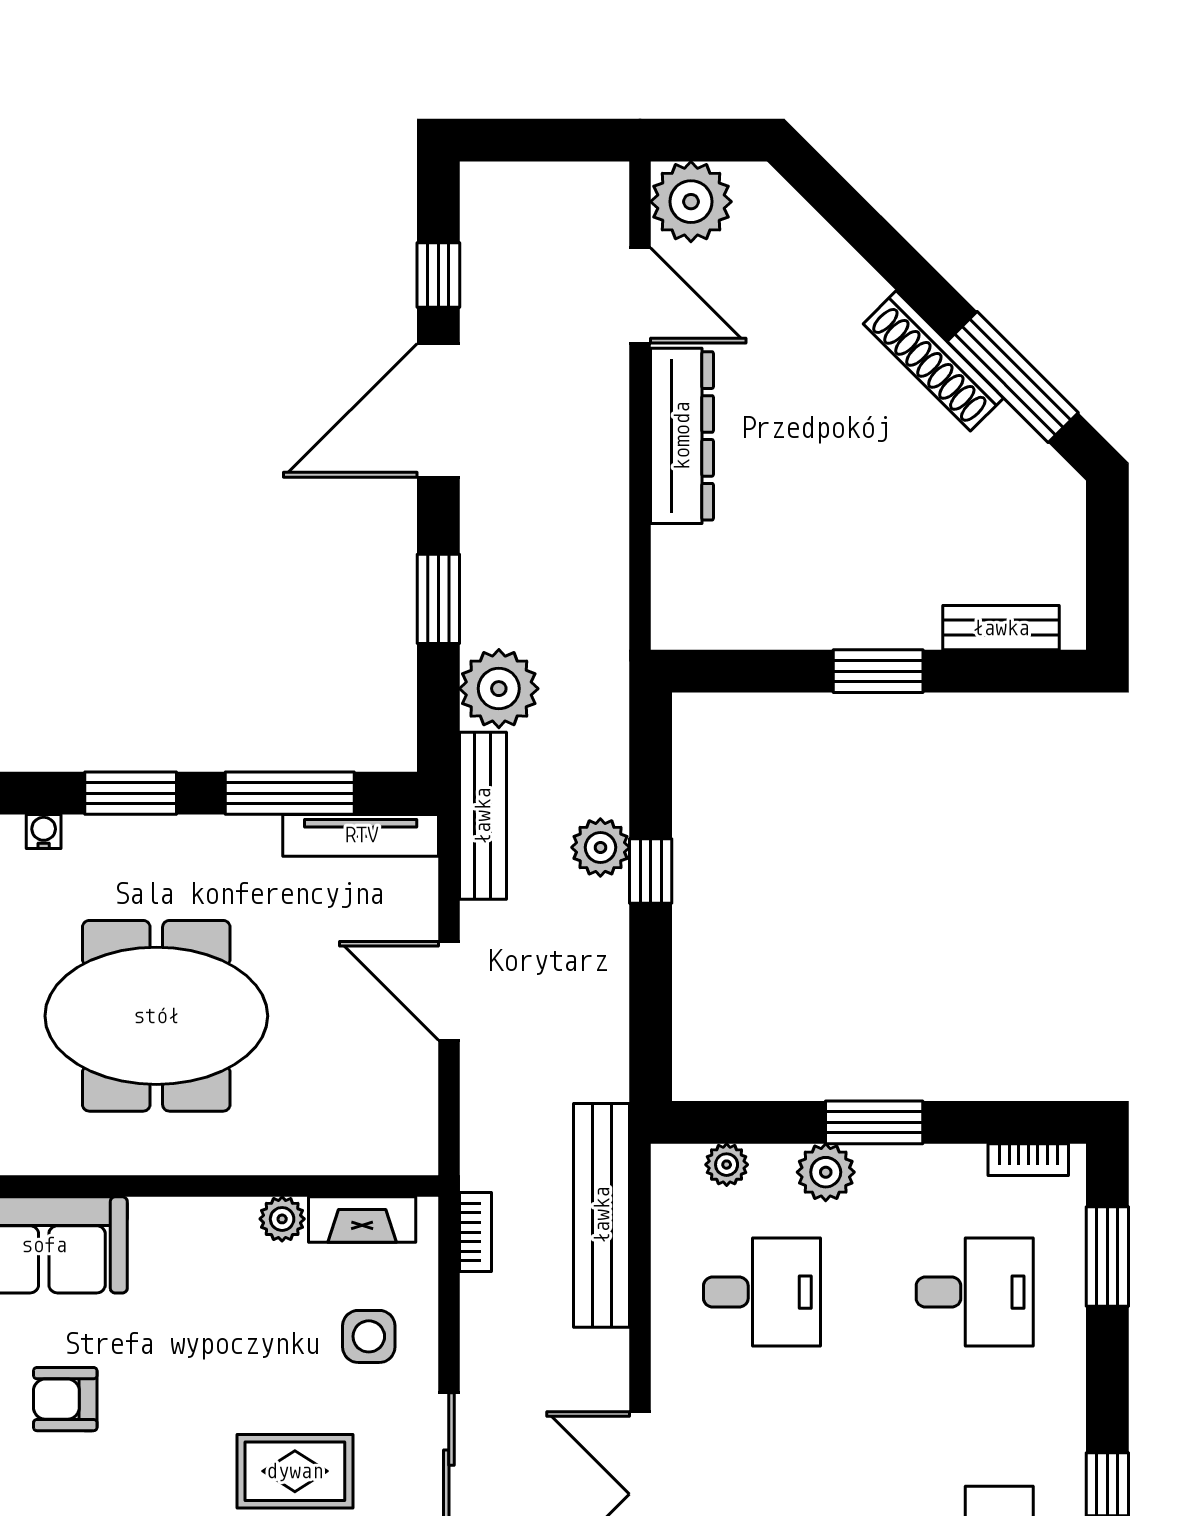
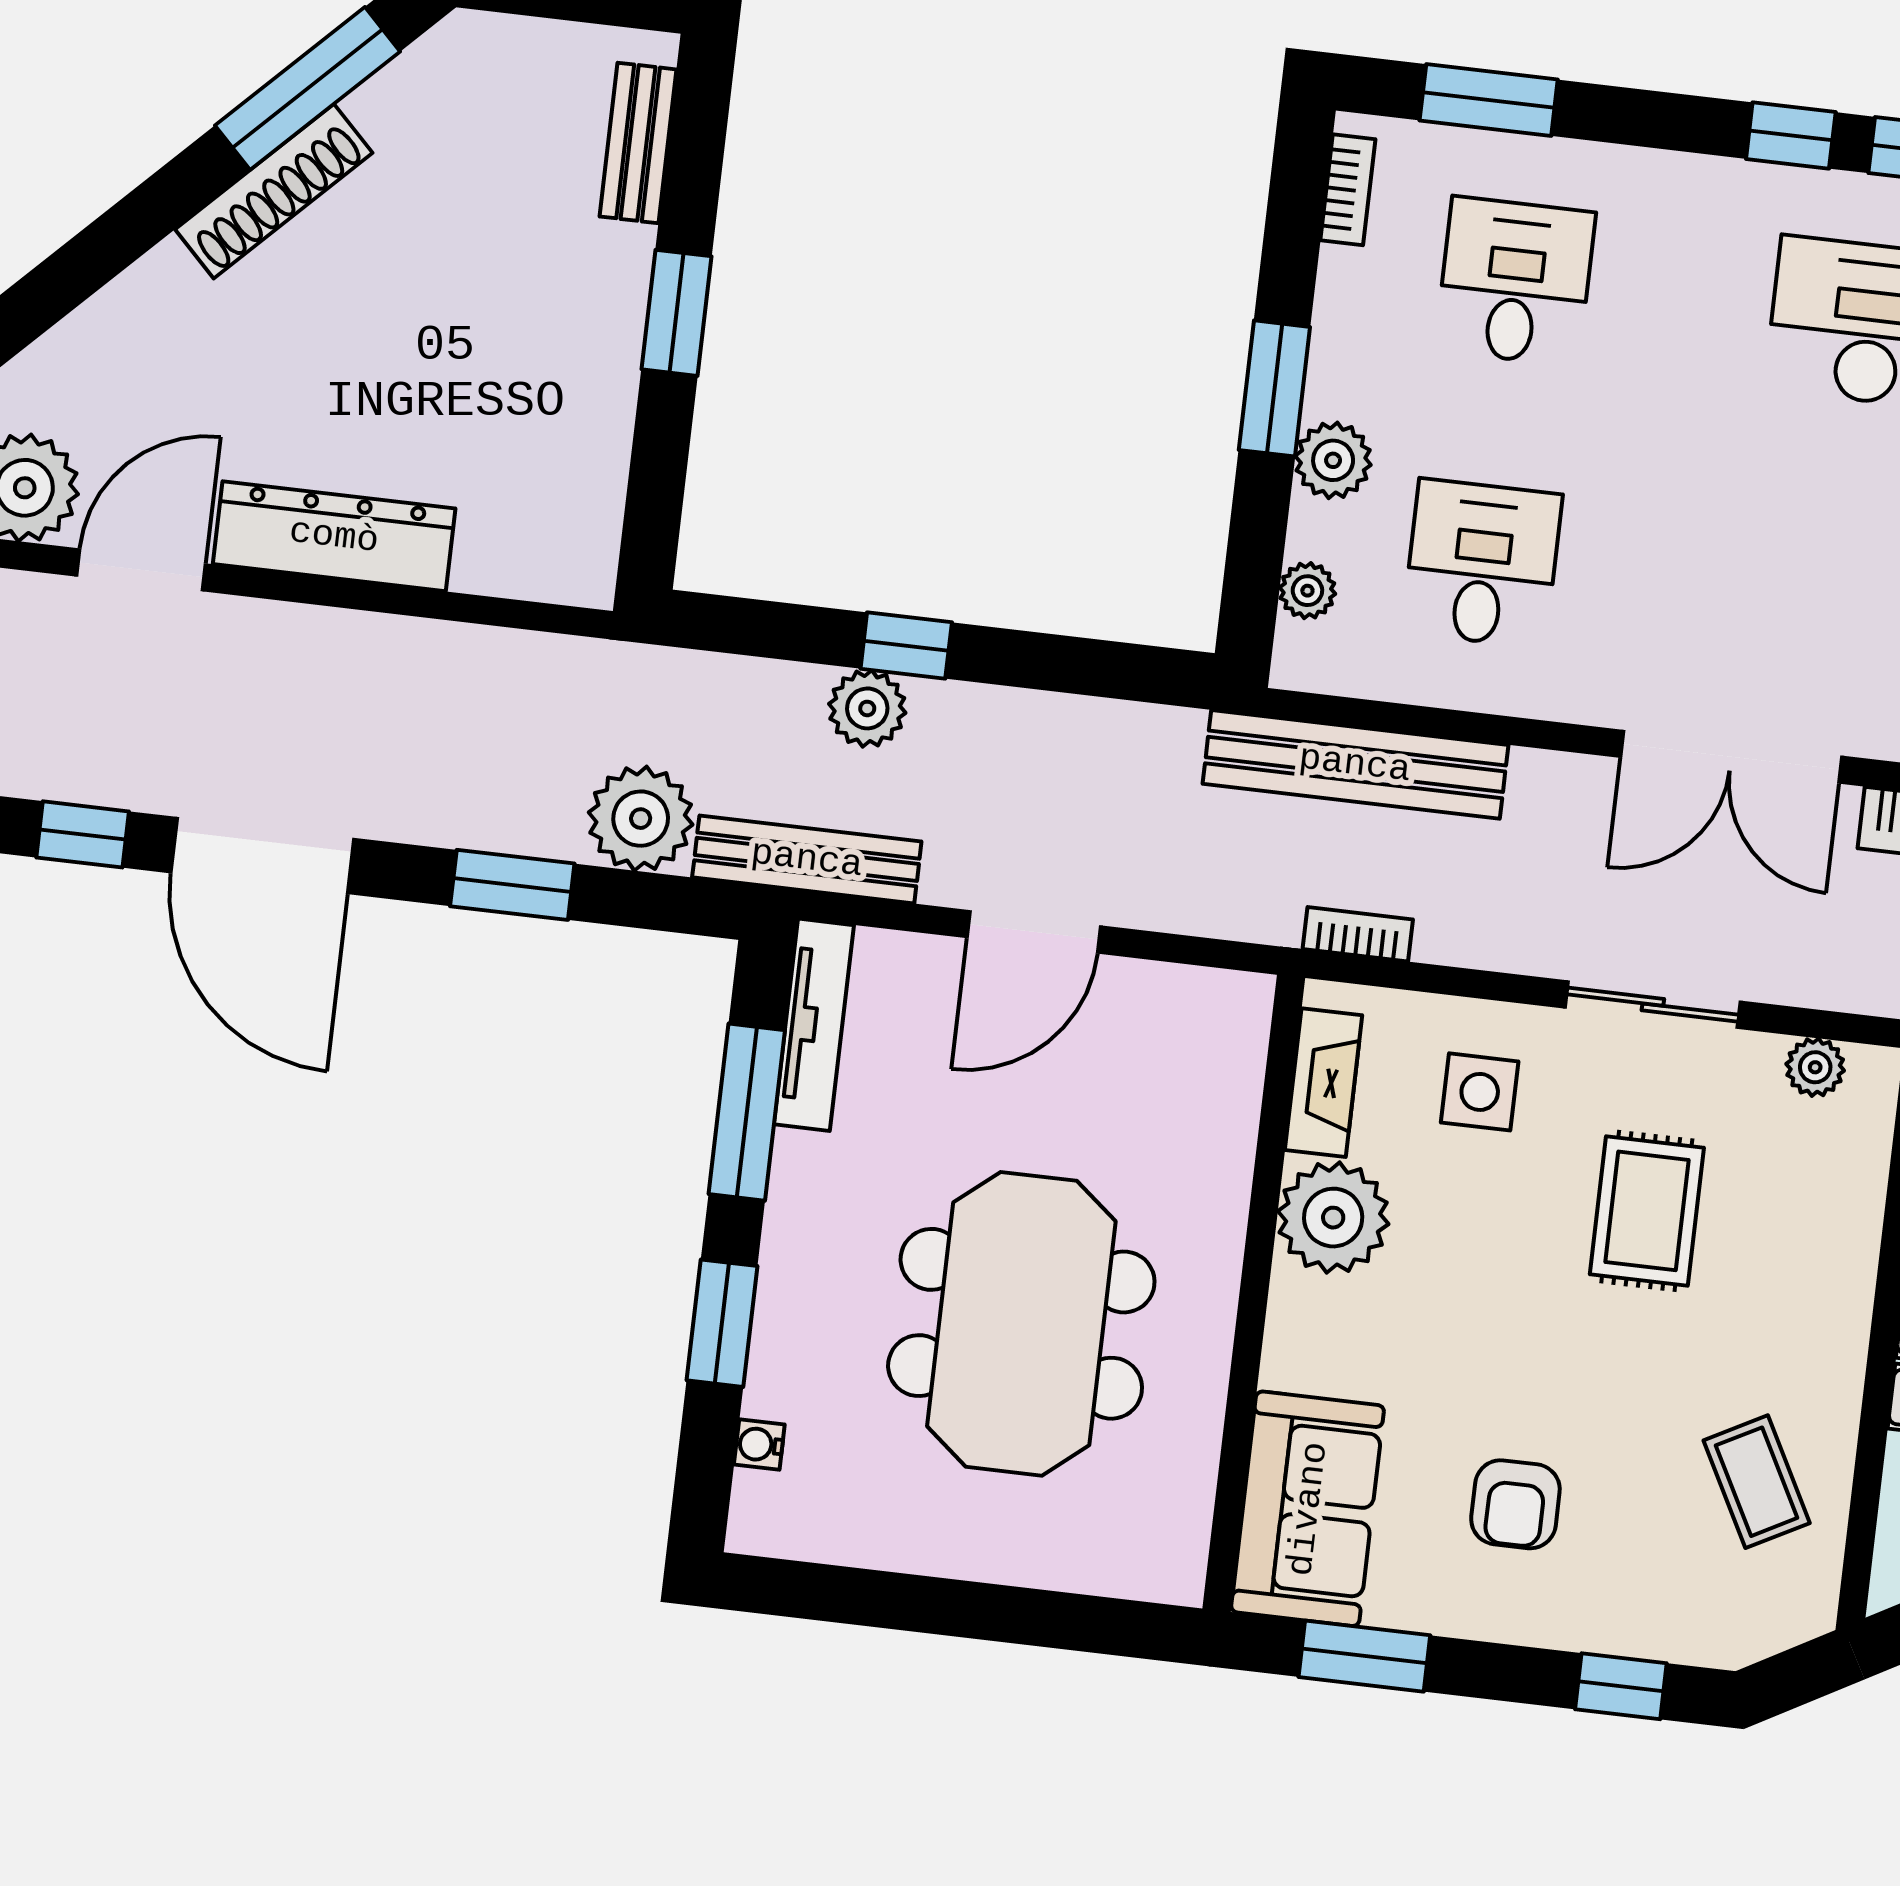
plant: (282, 1219) -> (1333, 1218), width x1.87, depth x1.87

